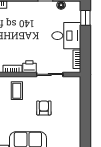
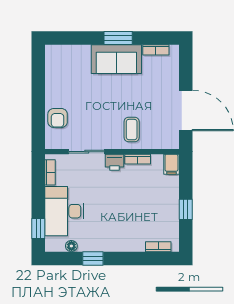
desk: (66, 36) -> (64, 211), width x1.37
armchair: (44, 108) -> (58, 118), moved

